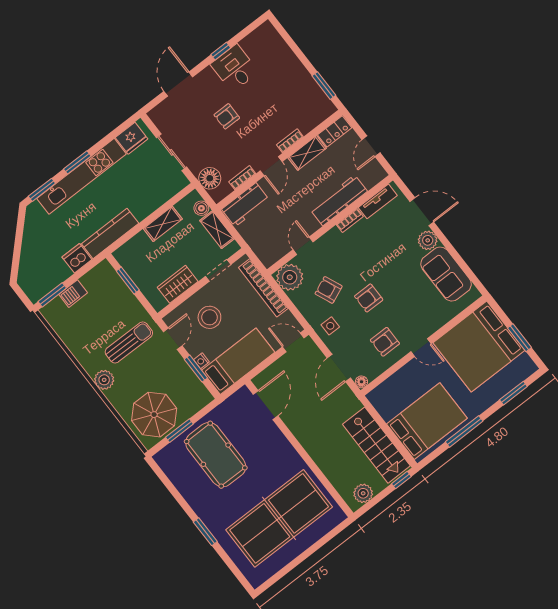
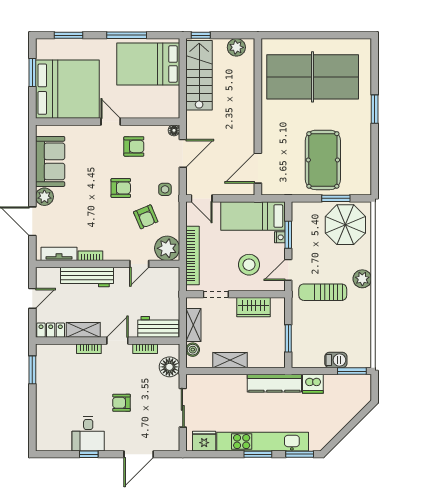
armchair: (227, 116) -> (122, 403), turned 180

